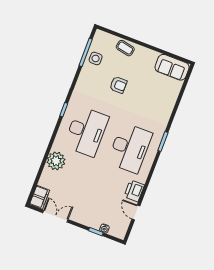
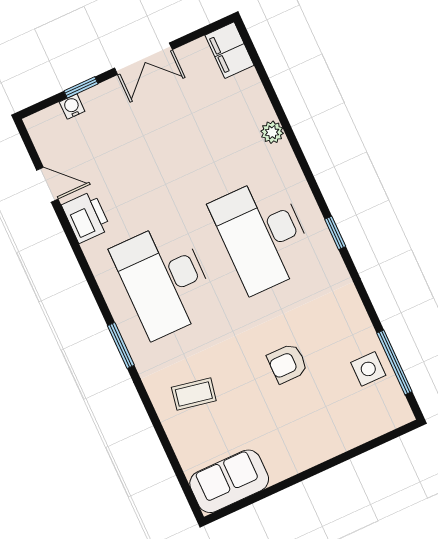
coffee table: (125, 48) -> (194, 394), moved
plant: (56, 161) -> (272, 132), width x0.53, depth x0.53
double door: (55, 216) -> (143, 59), moved

